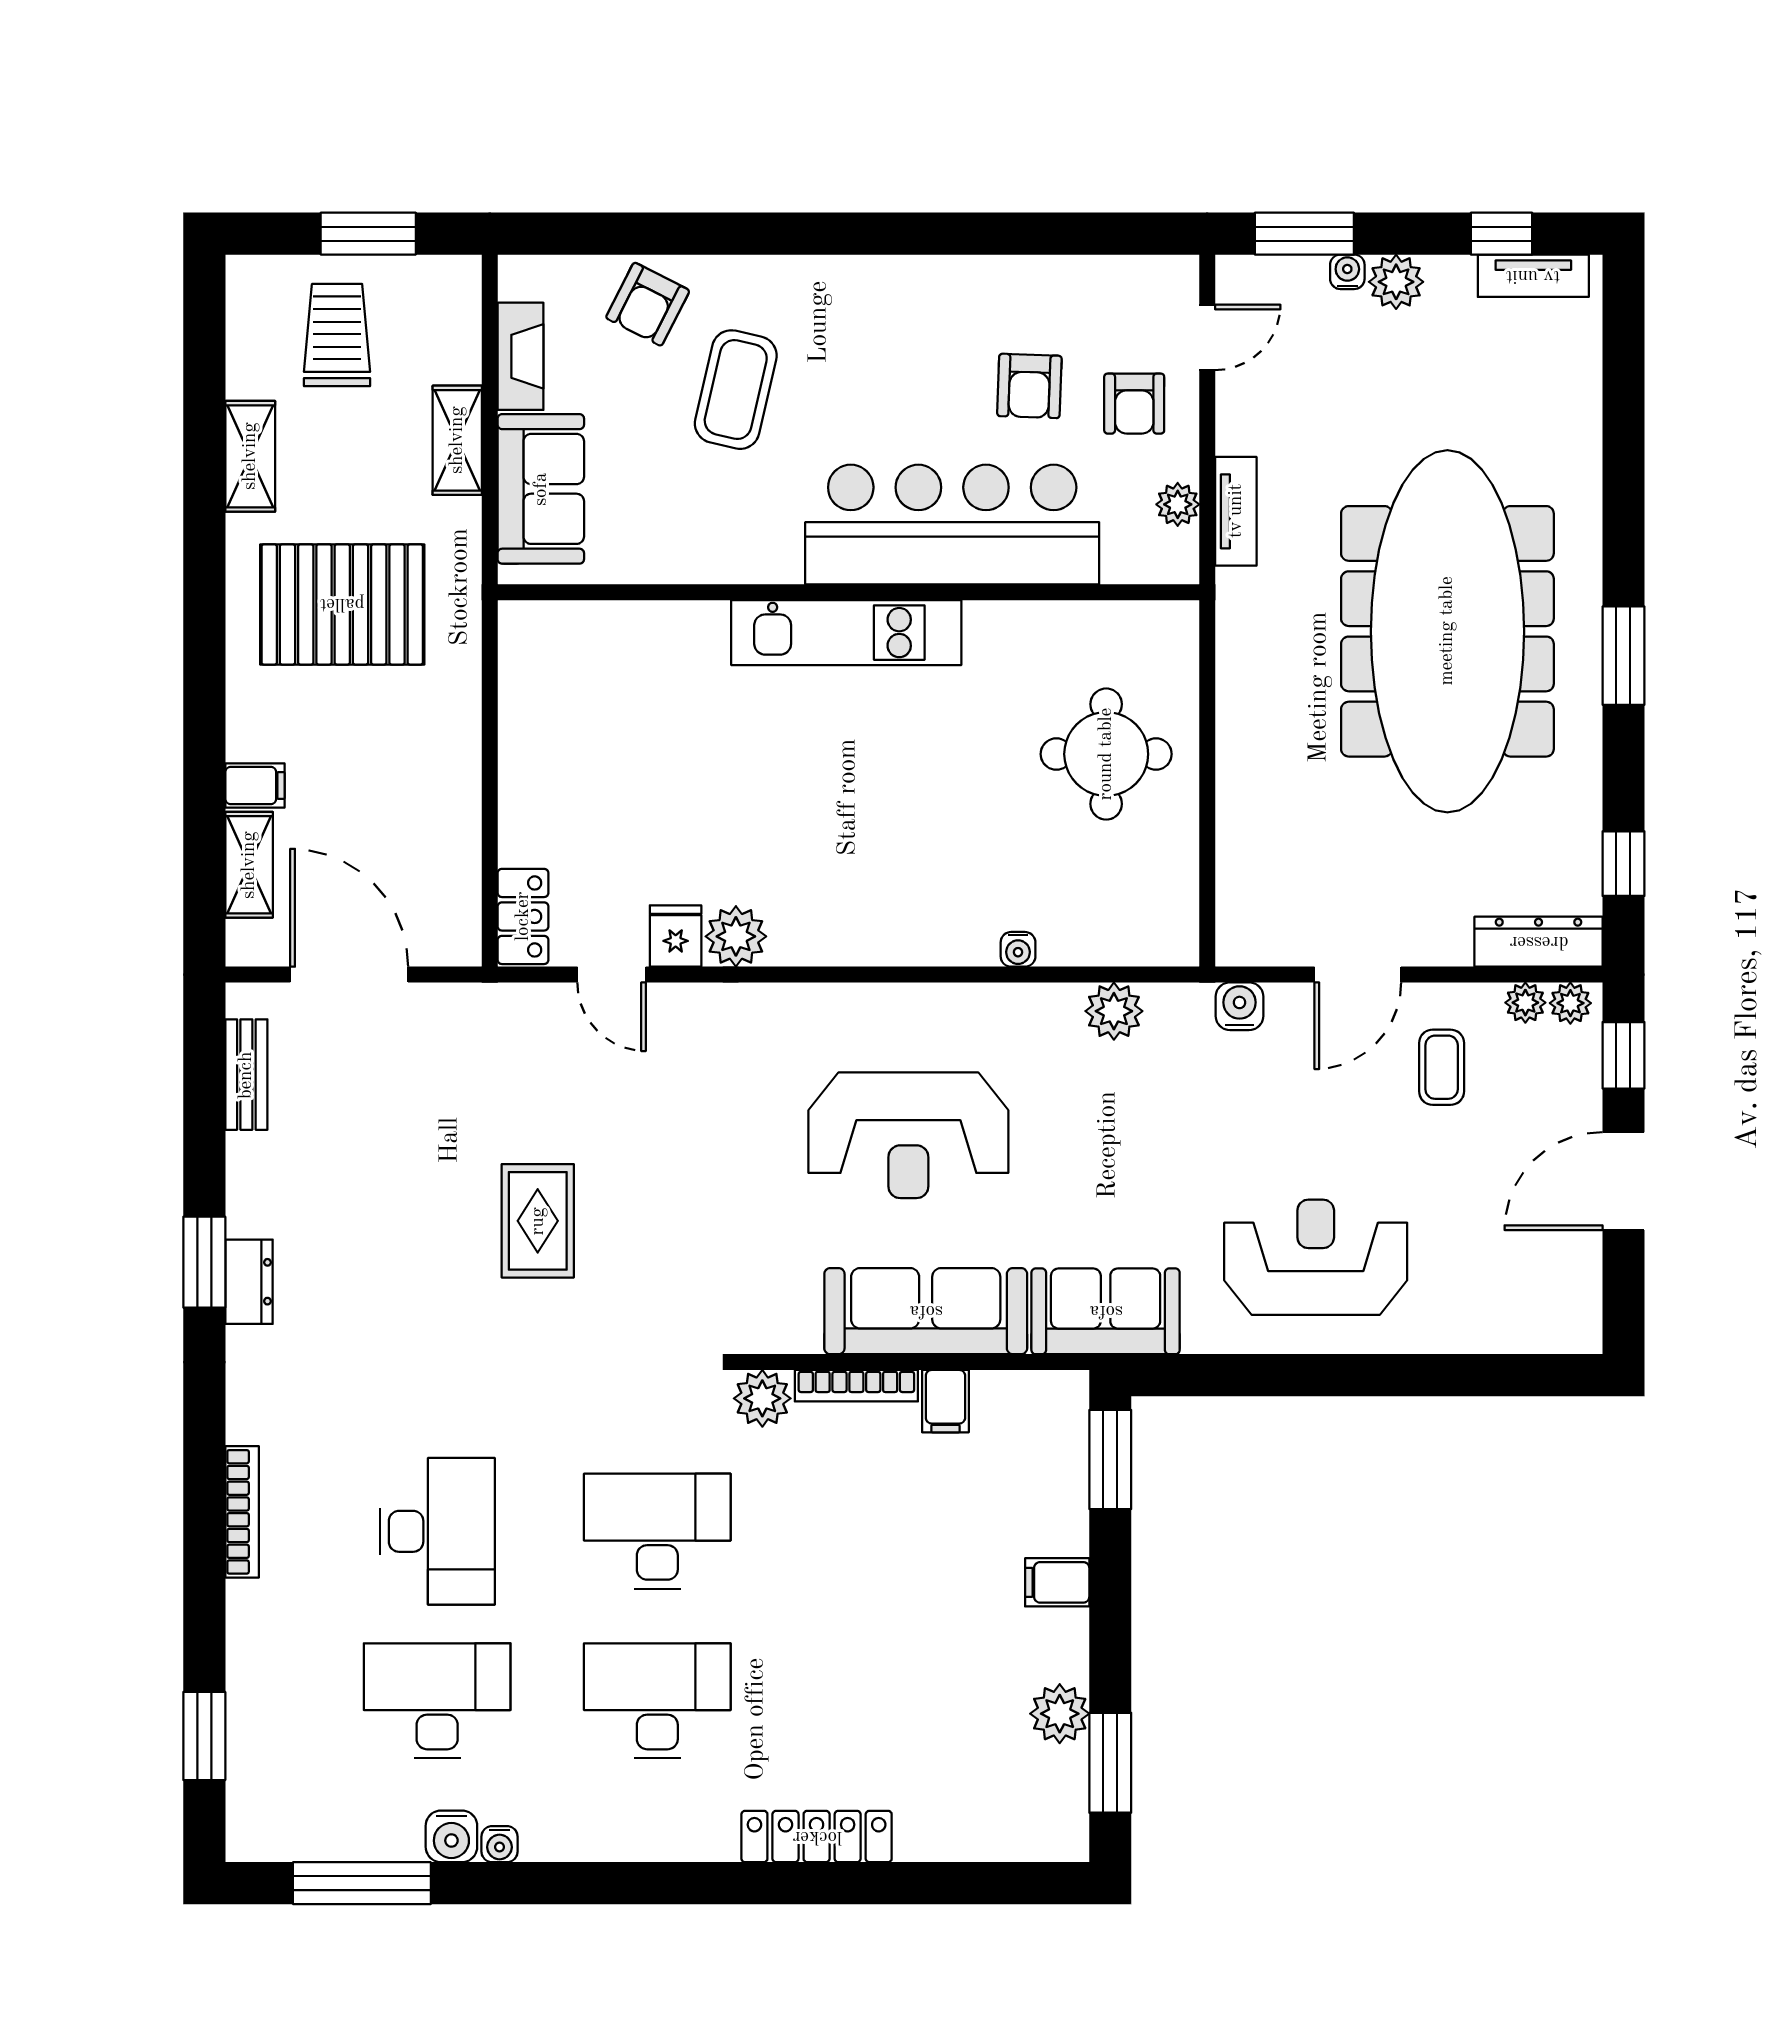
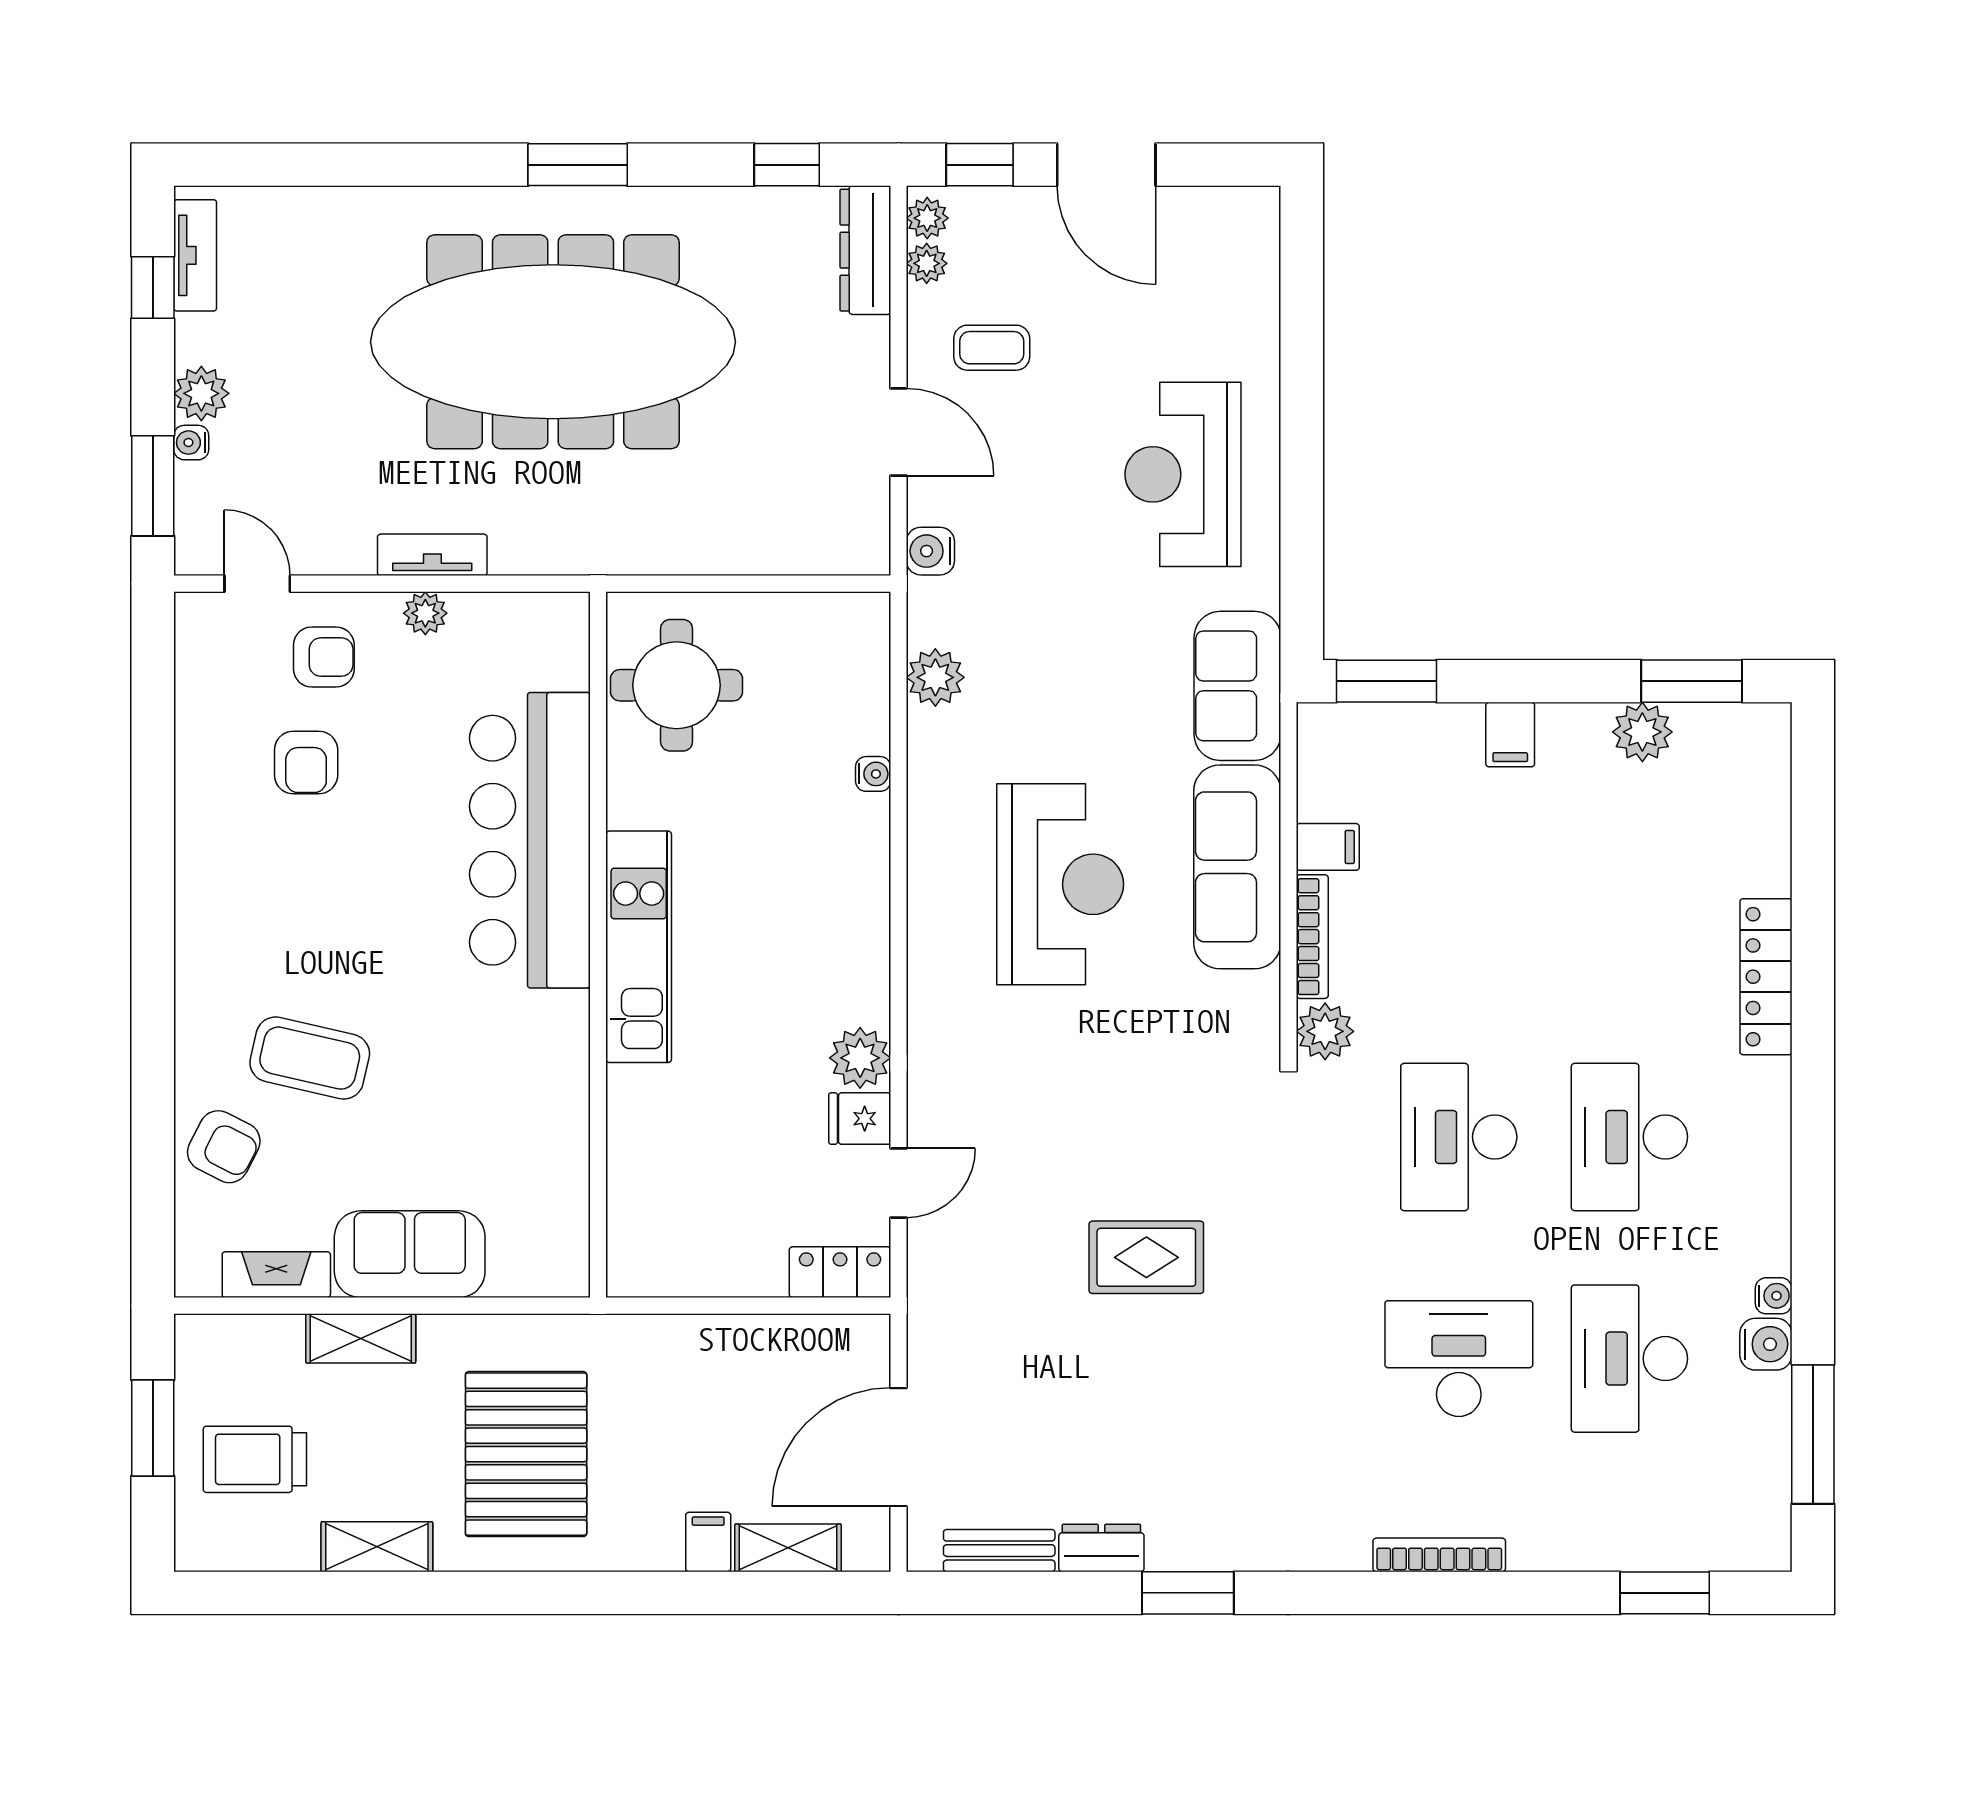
armchair: (1029, 386) -> (306, 763), turned 88
bar counter: (952, 525) -> (530, 840), moved
wall: (848, 592) -> (598, 945), moved
kitchen unit: (846, 633) -> (639, 947), moved
dresser: (249, 1282) -> (1101, 1548), moved

